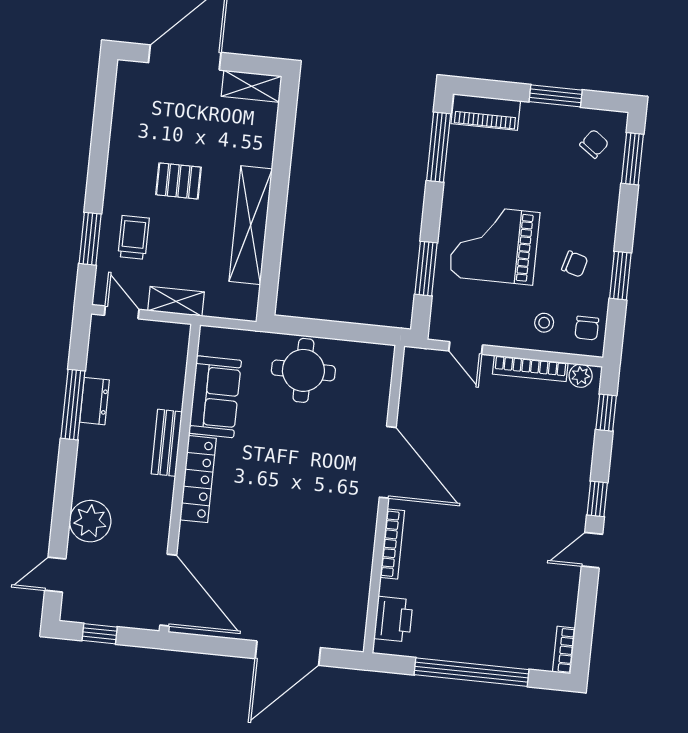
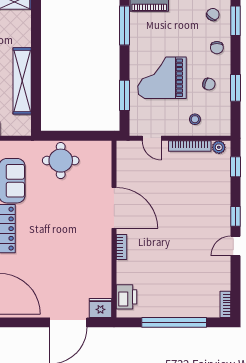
chair: (587, 328) -> (217, 48), moved
bookcase: (392, 544) -> (121, 247), width x0.64
fridge: (346, 634) -> (100, 308), added

